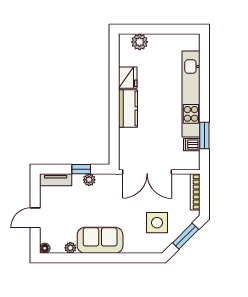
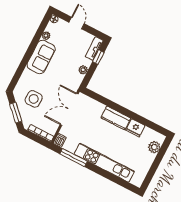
window: (204, 136) -> (73, 158), width x1.44
dishwasher: (192, 145) -> (60, 140), moved
window: (81, 169) -> (98, 57), moved

